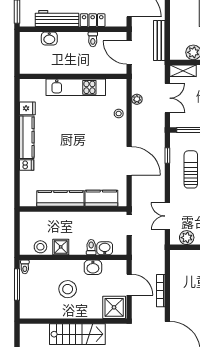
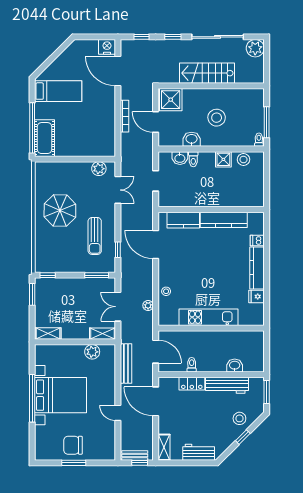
kitchen counter: (101, 198) -> (183, 220), moved
kitchen counter: (60, 199) -> (224, 220), moved
wall: (73, 209) -> (211, 210), moved

